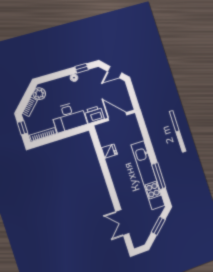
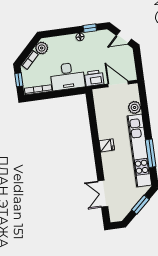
plant: (136, 136) -> (135, 107), added
fridge: (109, 151) -> (107, 145), moved

